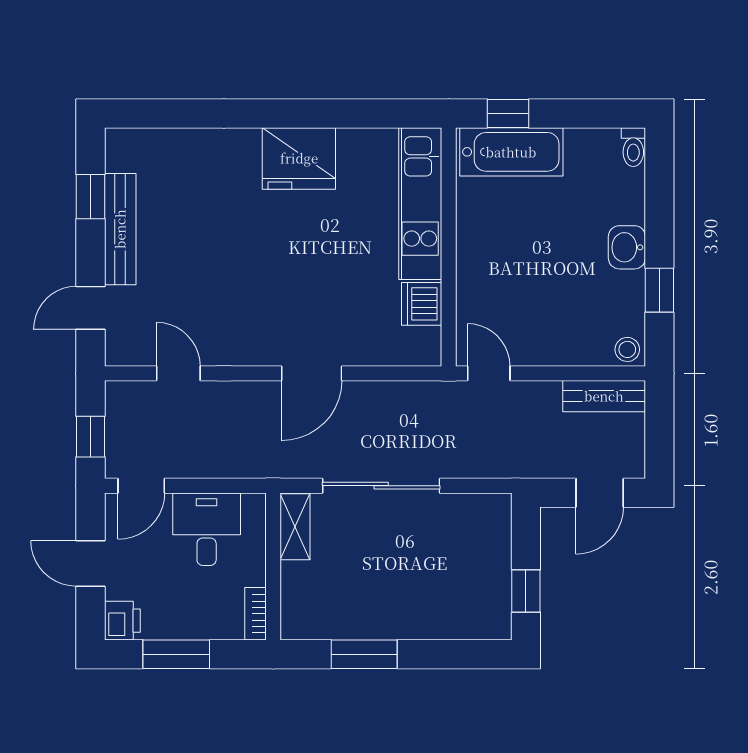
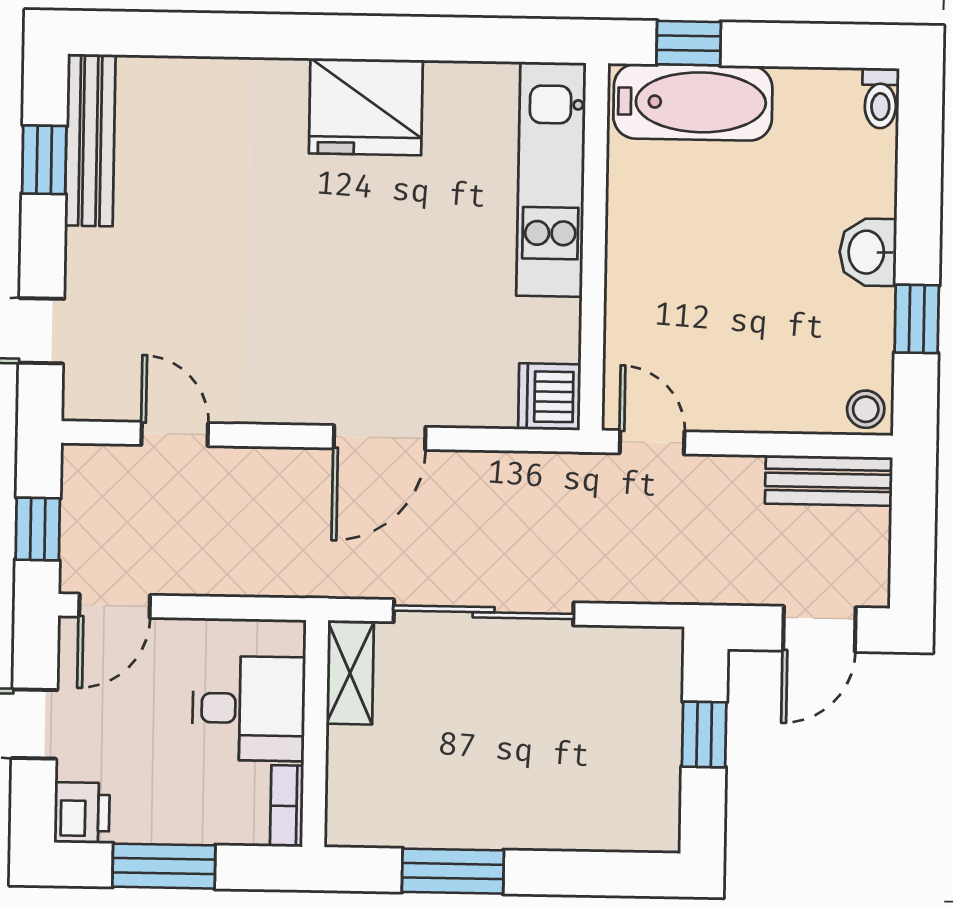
bench: (120, 229) -> (90, 140), moved
dishwasher: (422, 304) -> (549, 397), moved
desk: (207, 529) -> (249, 708), moved, turned 90
window: (526, 591) -> (704, 734), moved

